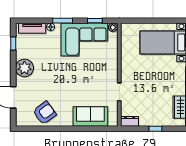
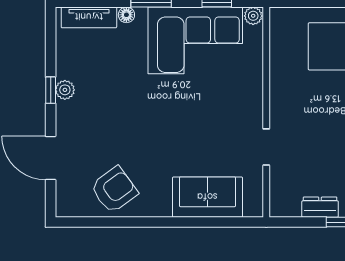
window: (13, 43) -> (51, 90), moved
plant: (24, 68) -> (65, 90), width x0.53, depth x0.53
dresser: (130, 121) -> (320, 207), moved

